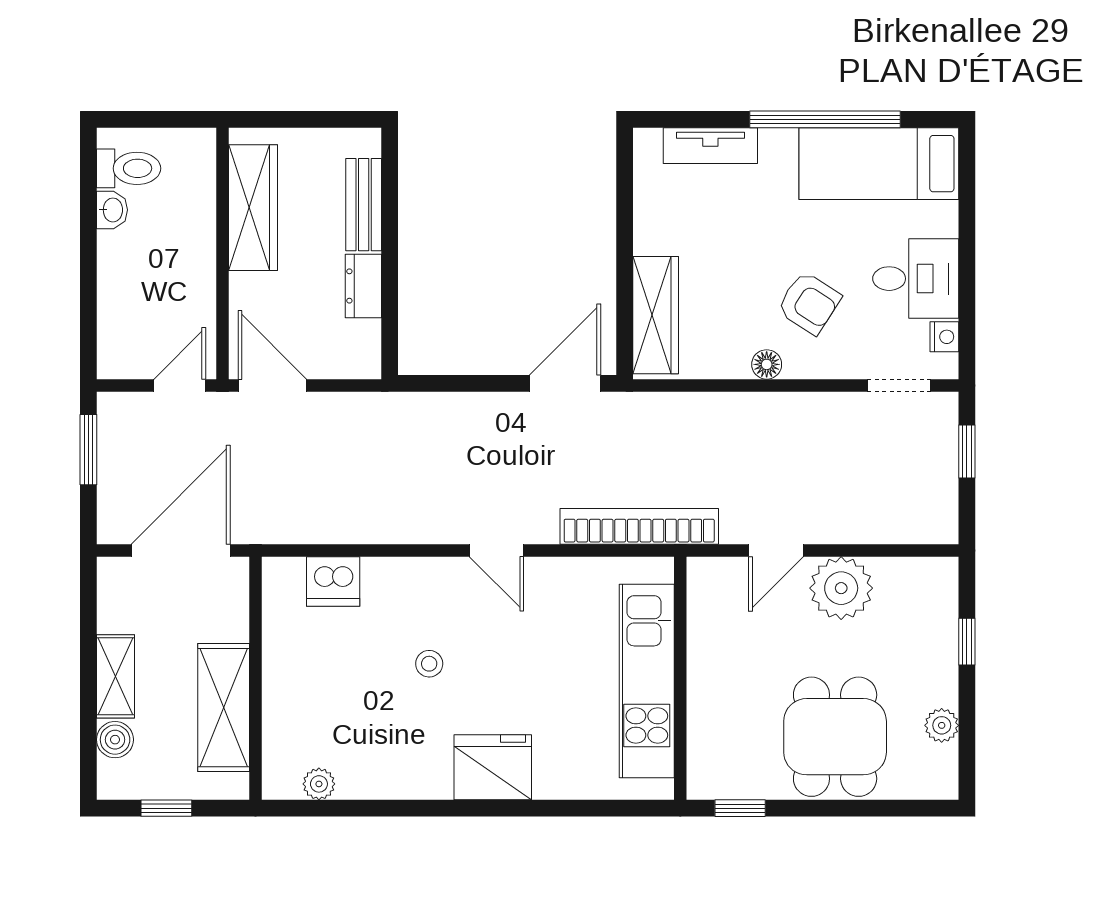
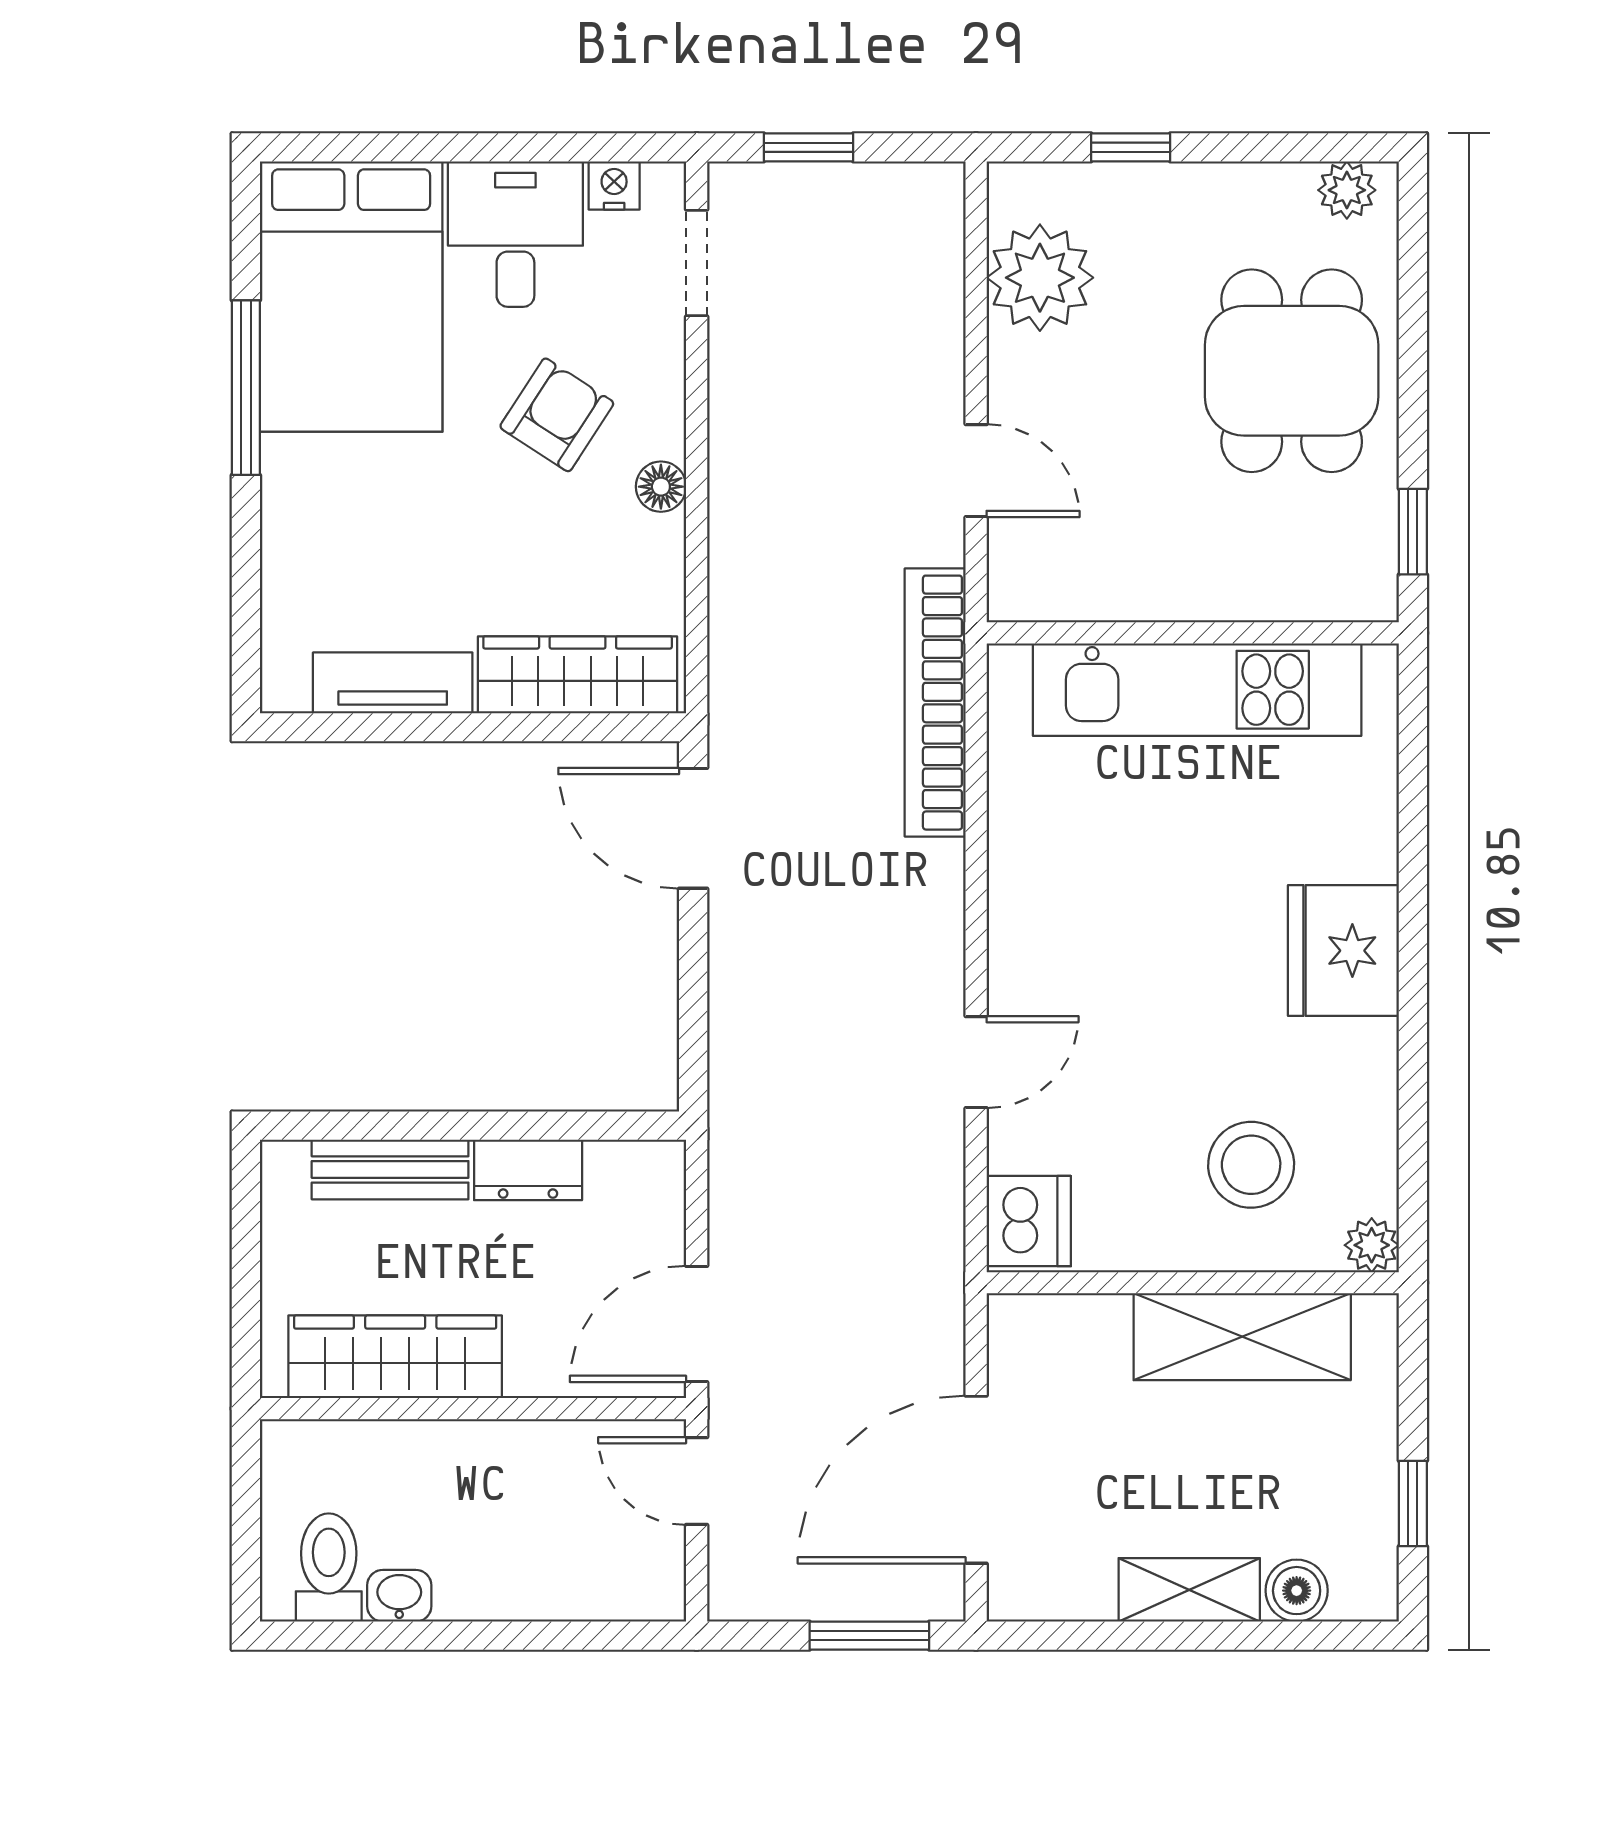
window: (825, 119) -> (246, 388), width x0.68
tv unit: (710, 146) -> (393, 683), moved, turned -90
bed: (879, 164) -> (351, 296), width x1.50
window: (88, 450) -> (869, 1636), moved
door: (181, 550) -> (976, 1480), hinge flipped
door: (496, 550) -> (976, 1062), moved
plant: (841, 588) -> (1040, 278), moved
stool: (429, 664) -> (1251, 1165), moved, width x1.89, depth x1.89
wall: (255, 678) -> (1193, 1283), moved
shelving: (224, 708) -> (1242, 1337), moved
plant: (942, 725) -> (1347, 190), moved
dining table: (835, 737) -> (1292, 371), turned 90

